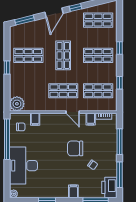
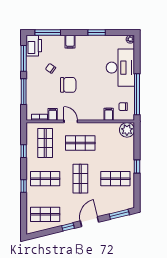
shop shelf: (98, 91) -> (45, 143), turned 90

